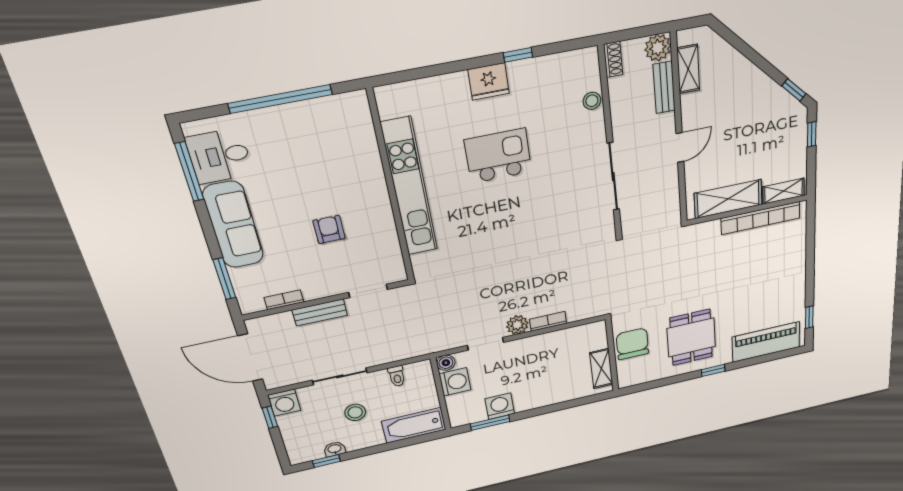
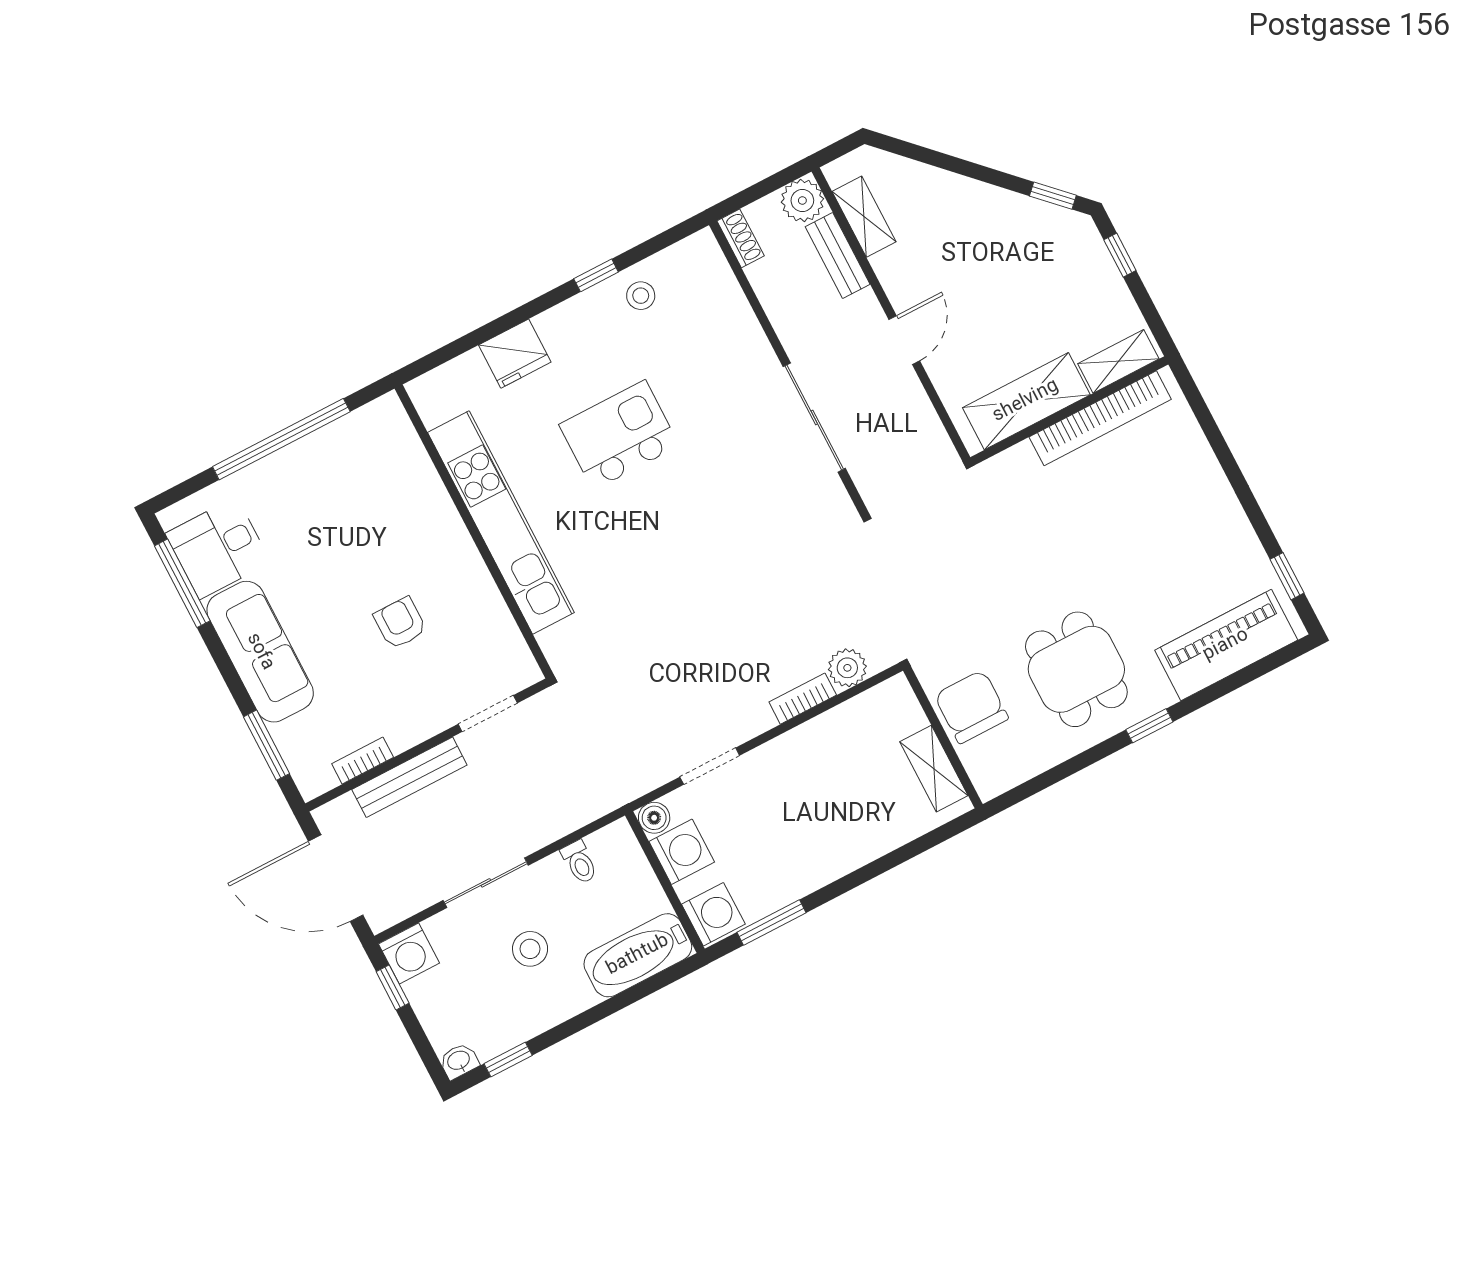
fridge: (489, 81) -> (515, 354), moved
stool: (592, 101) -> (641, 296), moved
bench: (320, 312) -> (409, 777), width x1.36
plant: (517, 325) -> (847, 668), moved
washing machine: (500, 406) -> (713, 914), moved, turned 90
washbasin: (335, 449) -> (459, 1061), moved

